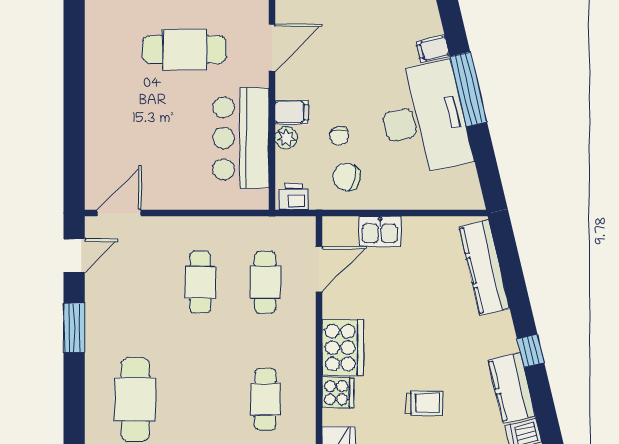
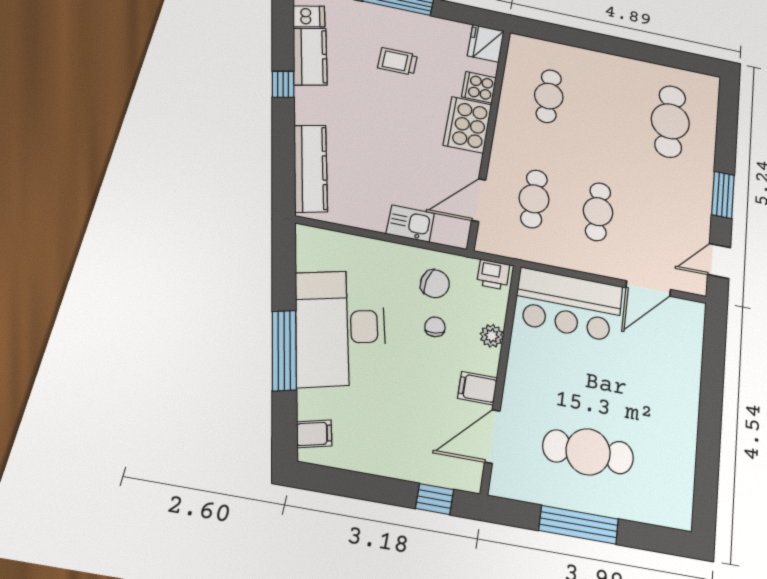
filing cabinet: (433, 49) -> (314, 434), moved
filing cabinet: (292, 112) -> (477, 388), moved
bar counter: (241, 138) -> (568, 304), moved, turned 90
door: (119, 213) -> (648, 289), moved

